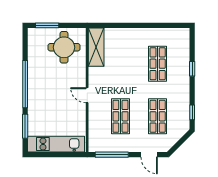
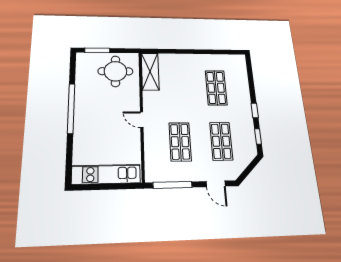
window: (192, 69) -> (255, 110), moved
window: (25, 126) -> (69, 154), removed

